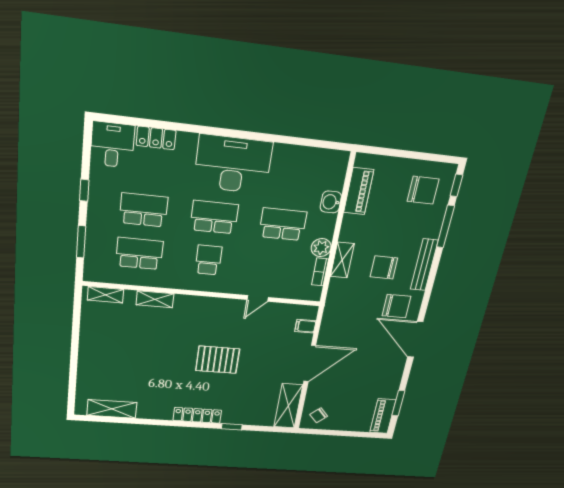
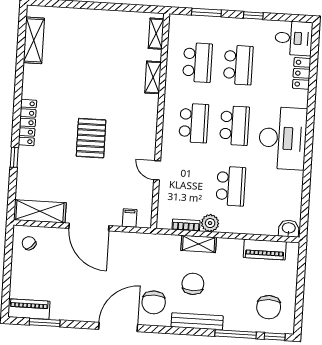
washbasin: (331, 202) -> (289, 228), moved
school desk: (208, 260) -> (194, 123), width x1.85

